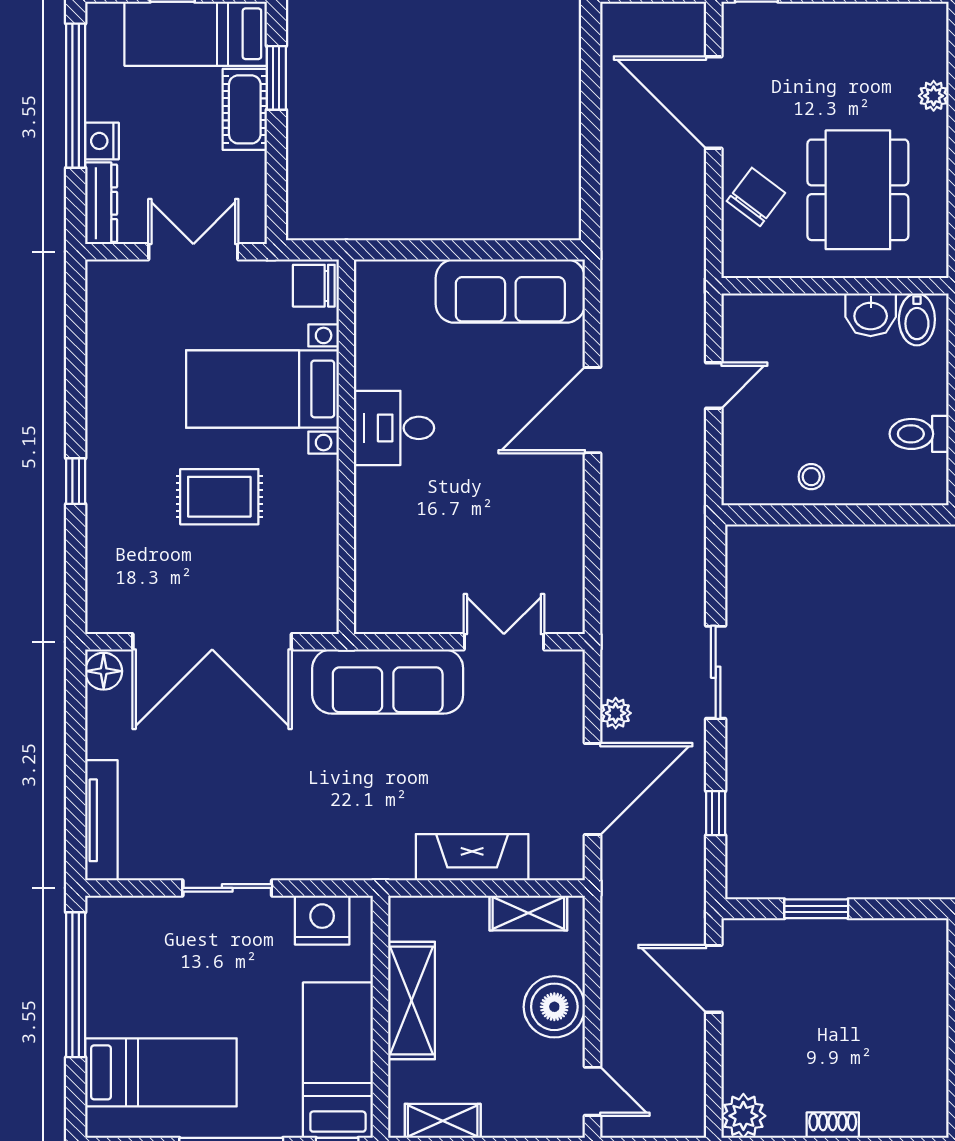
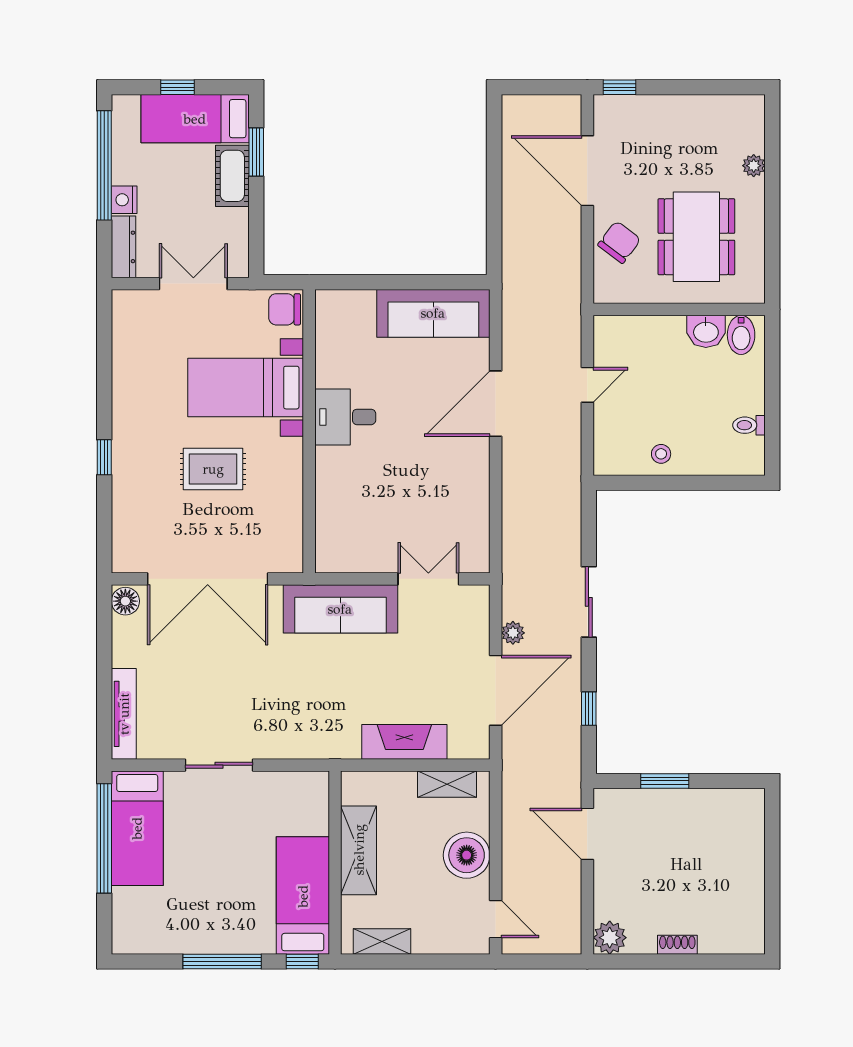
toilet: (919, 434) -> (749, 425), width x0.73, depth x0.72
nightstand: (322, 920) -> (291, 789), removed
bed: (161, 1072) -> (137, 828), moved, turned 90

